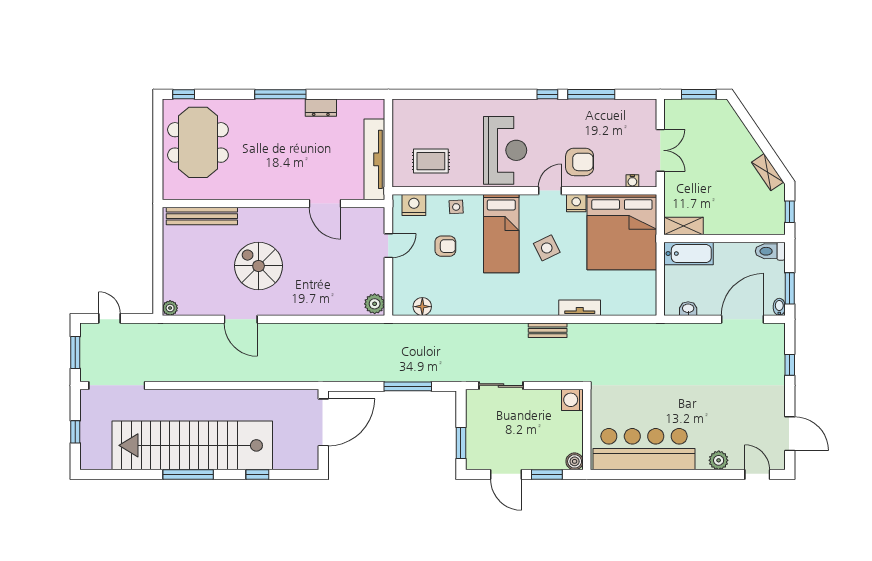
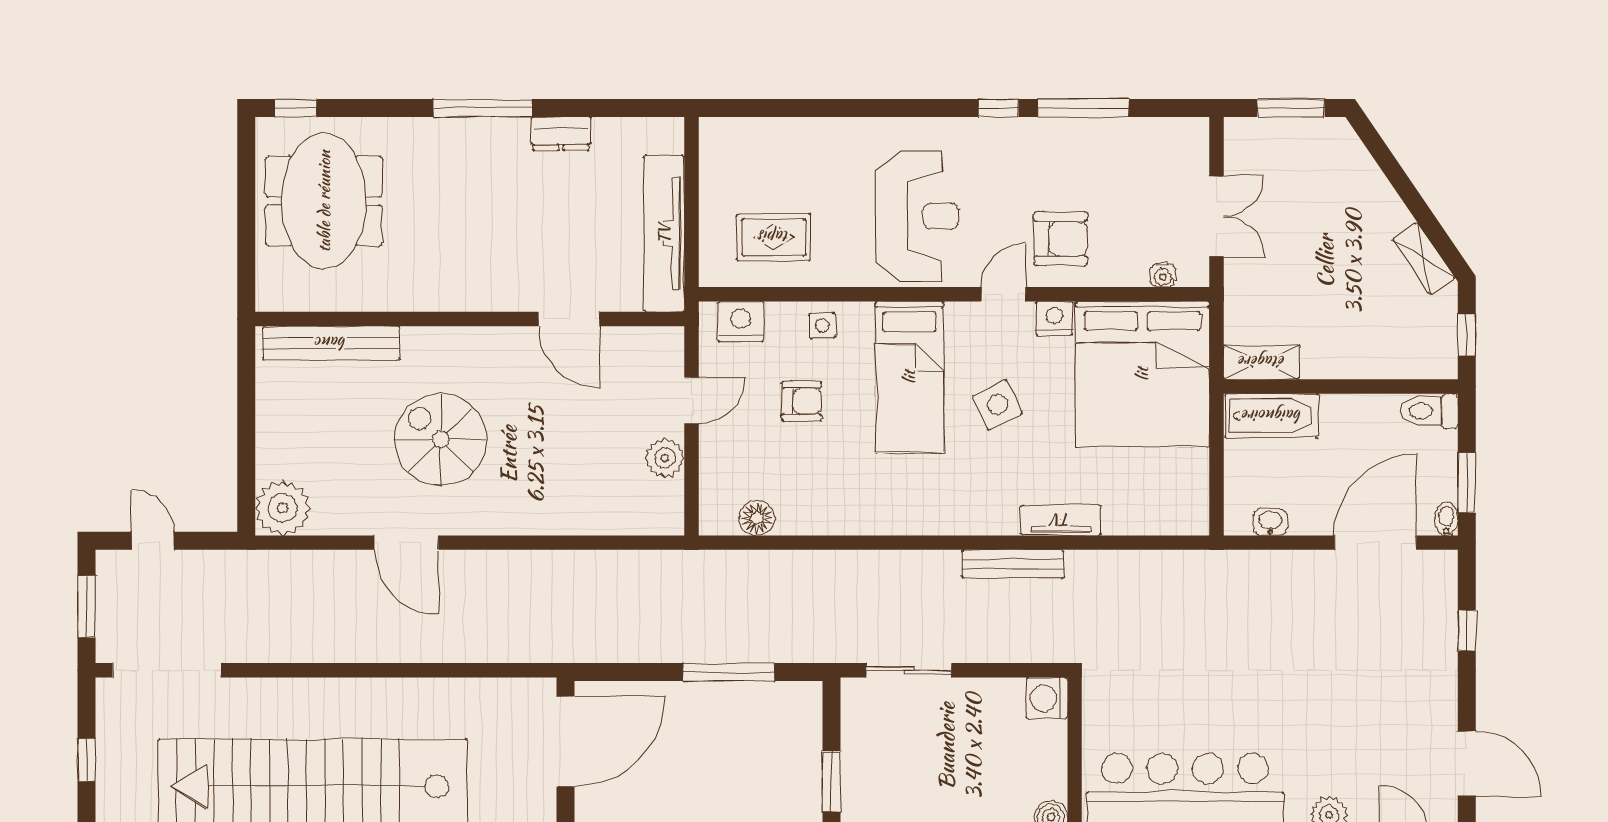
plant: (375, 304) -> (665, 458), moved
plant: (170, 308) -> (283, 508), width x1.87, depth x1.87
bench: (548, 330) -> (1013, 564), width x1.36

